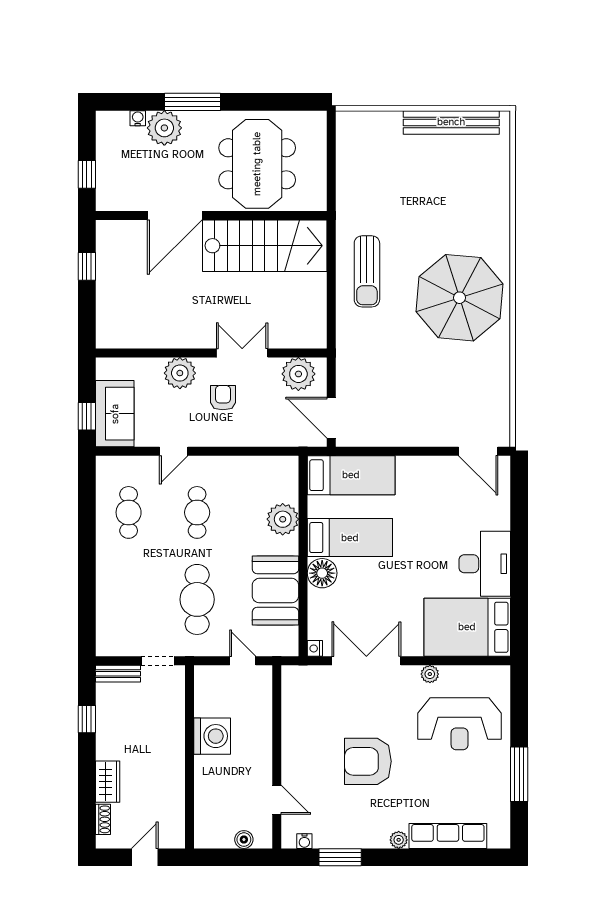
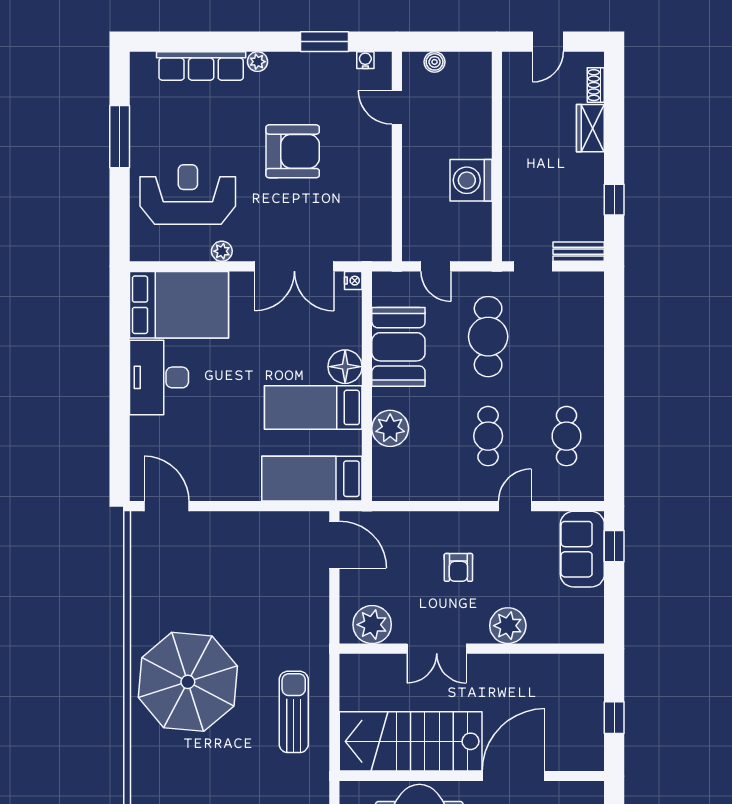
wall: (211, 353) -> (472, 649), moved
double door: (242, 353) -> (437, 649), moved
plant: (180, 373) -> (508, 626), moved
plant: (298, 374) -> (372, 625), moved

